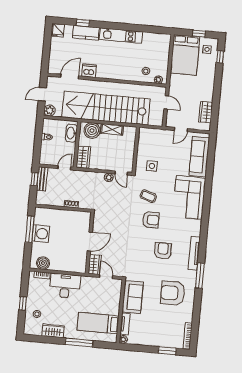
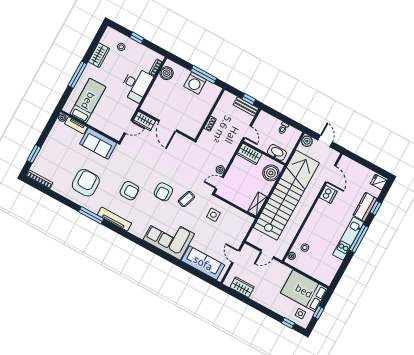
window: (117, 26) -> (359, 239), added
shelving: (112, 129) -> (257, 204), moved

